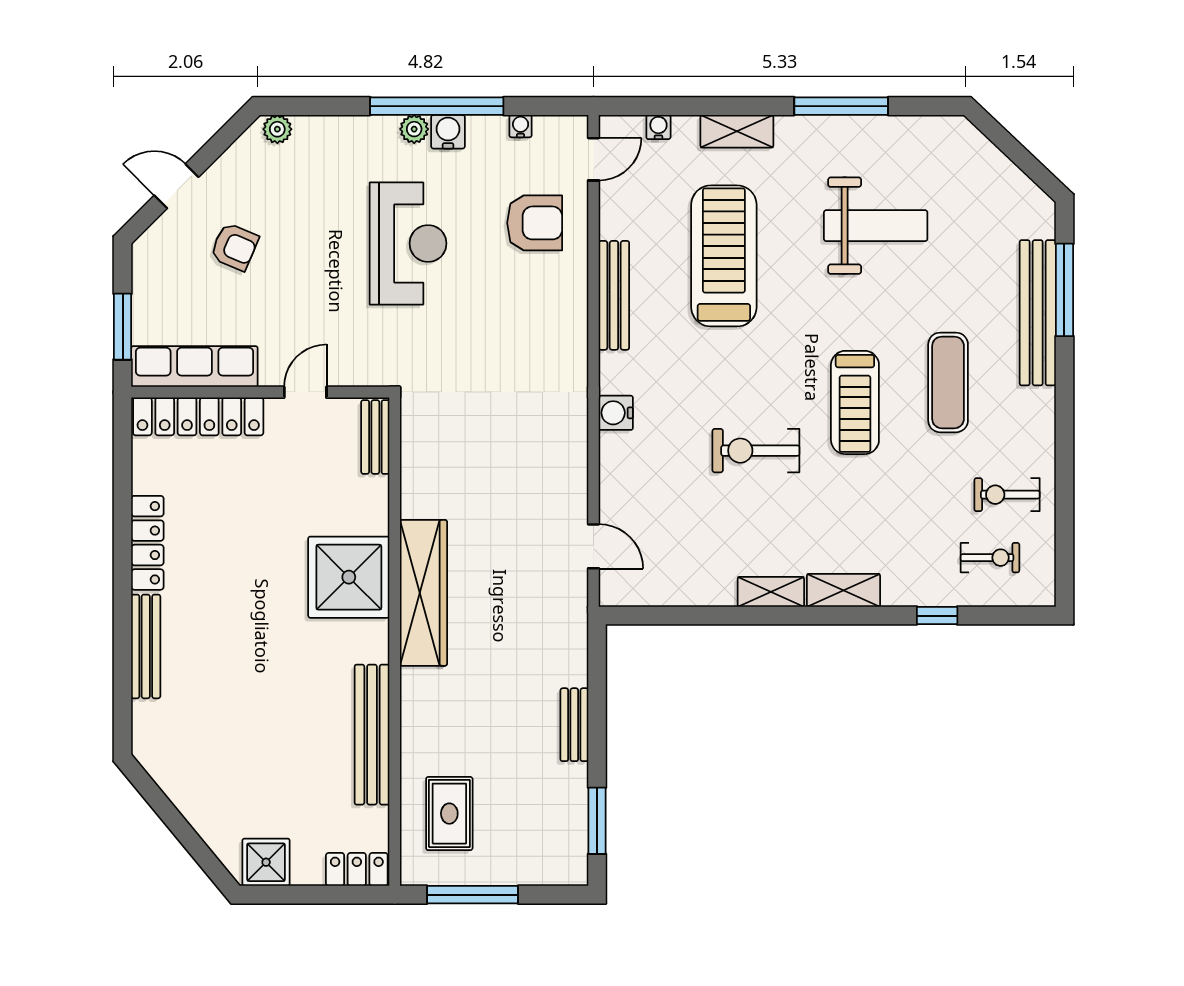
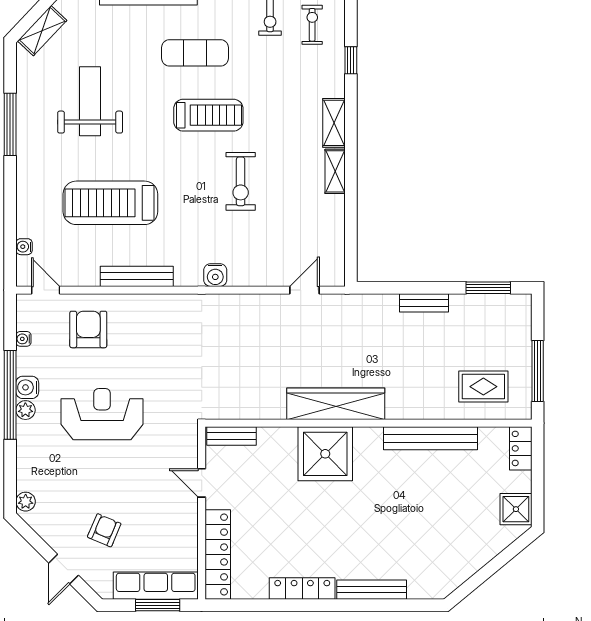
shelving: (737, 131) -> (42, 31), moved, turned 43
row of seats: (194, 367) -> (156, 586), moved, turned 90

